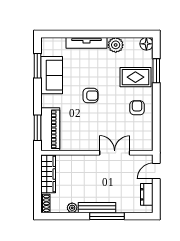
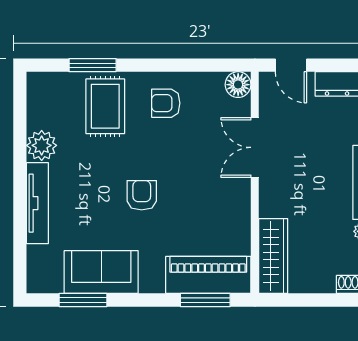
floor lamp: (146, 44) -> (238, 85), moved
wardrobe: (48, 174) -> (273, 256), moved, turned 90

